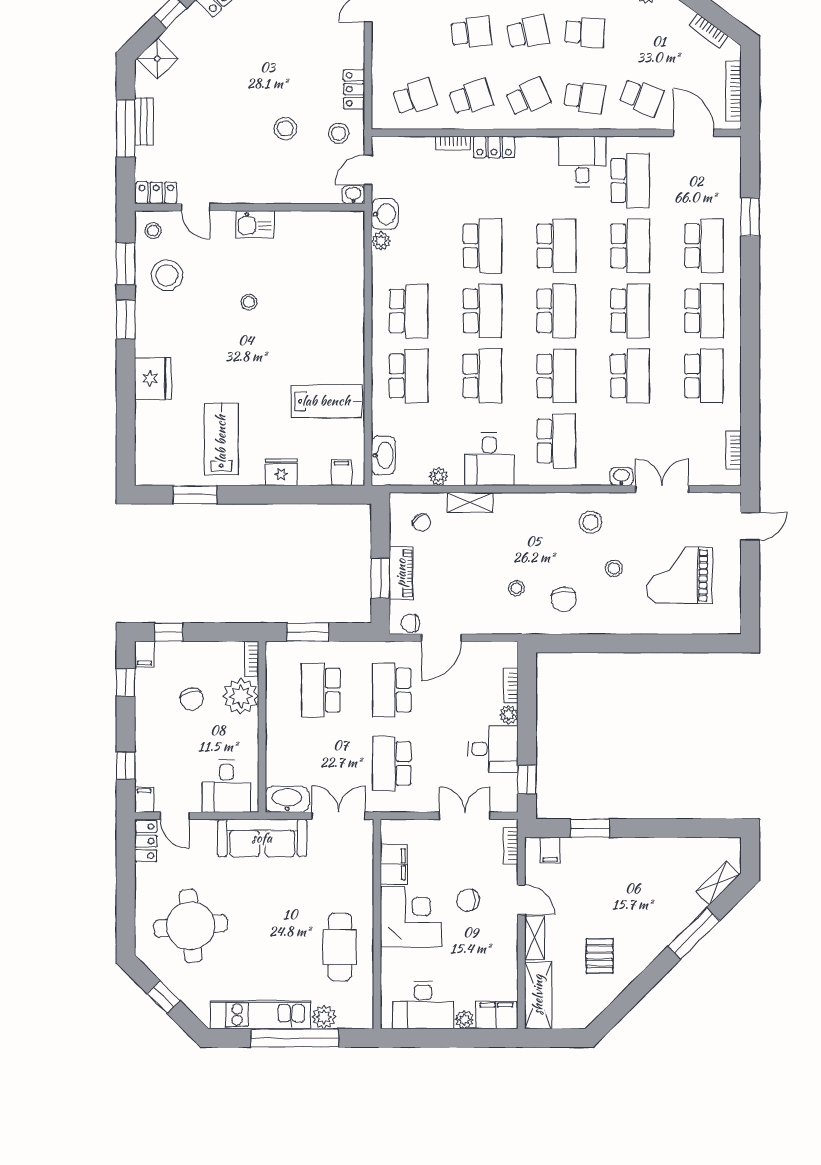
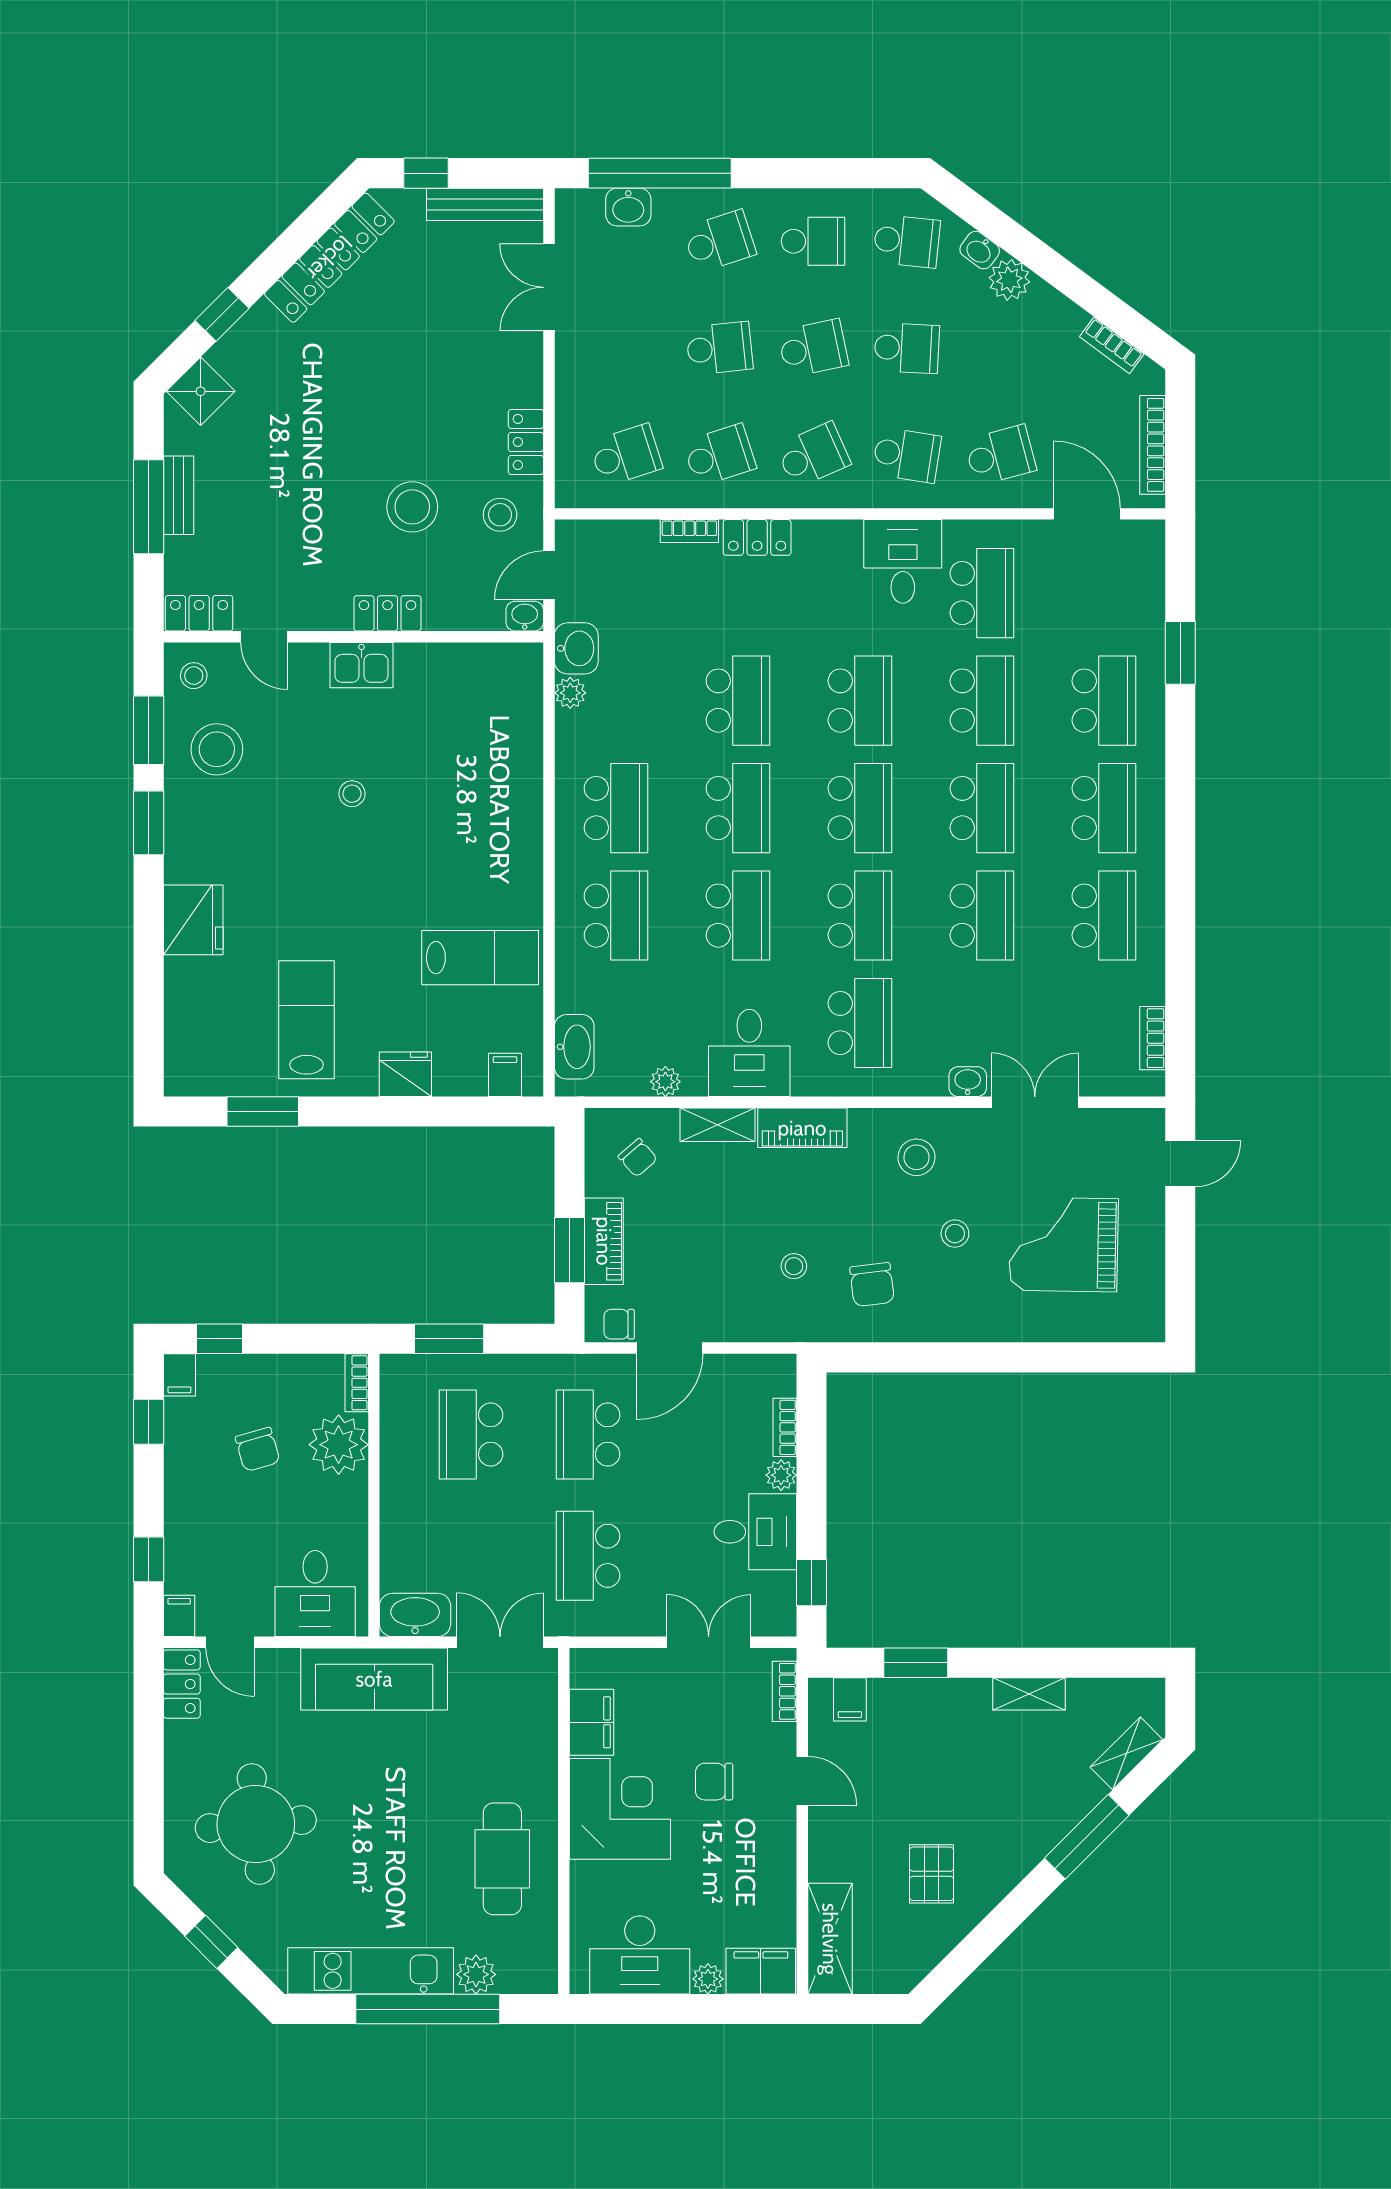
school desk: (641, 97) -> (1000, 455), turned -36
stool: (285, 129) -> (412, 507), width x1.38, depth x1.38
locker: (270, 193) -> (387, 613), added
piano: (521, 504) -> (802, 1128), added
shelving: (535, 938) -> (1029, 1694), moved, turned 90

